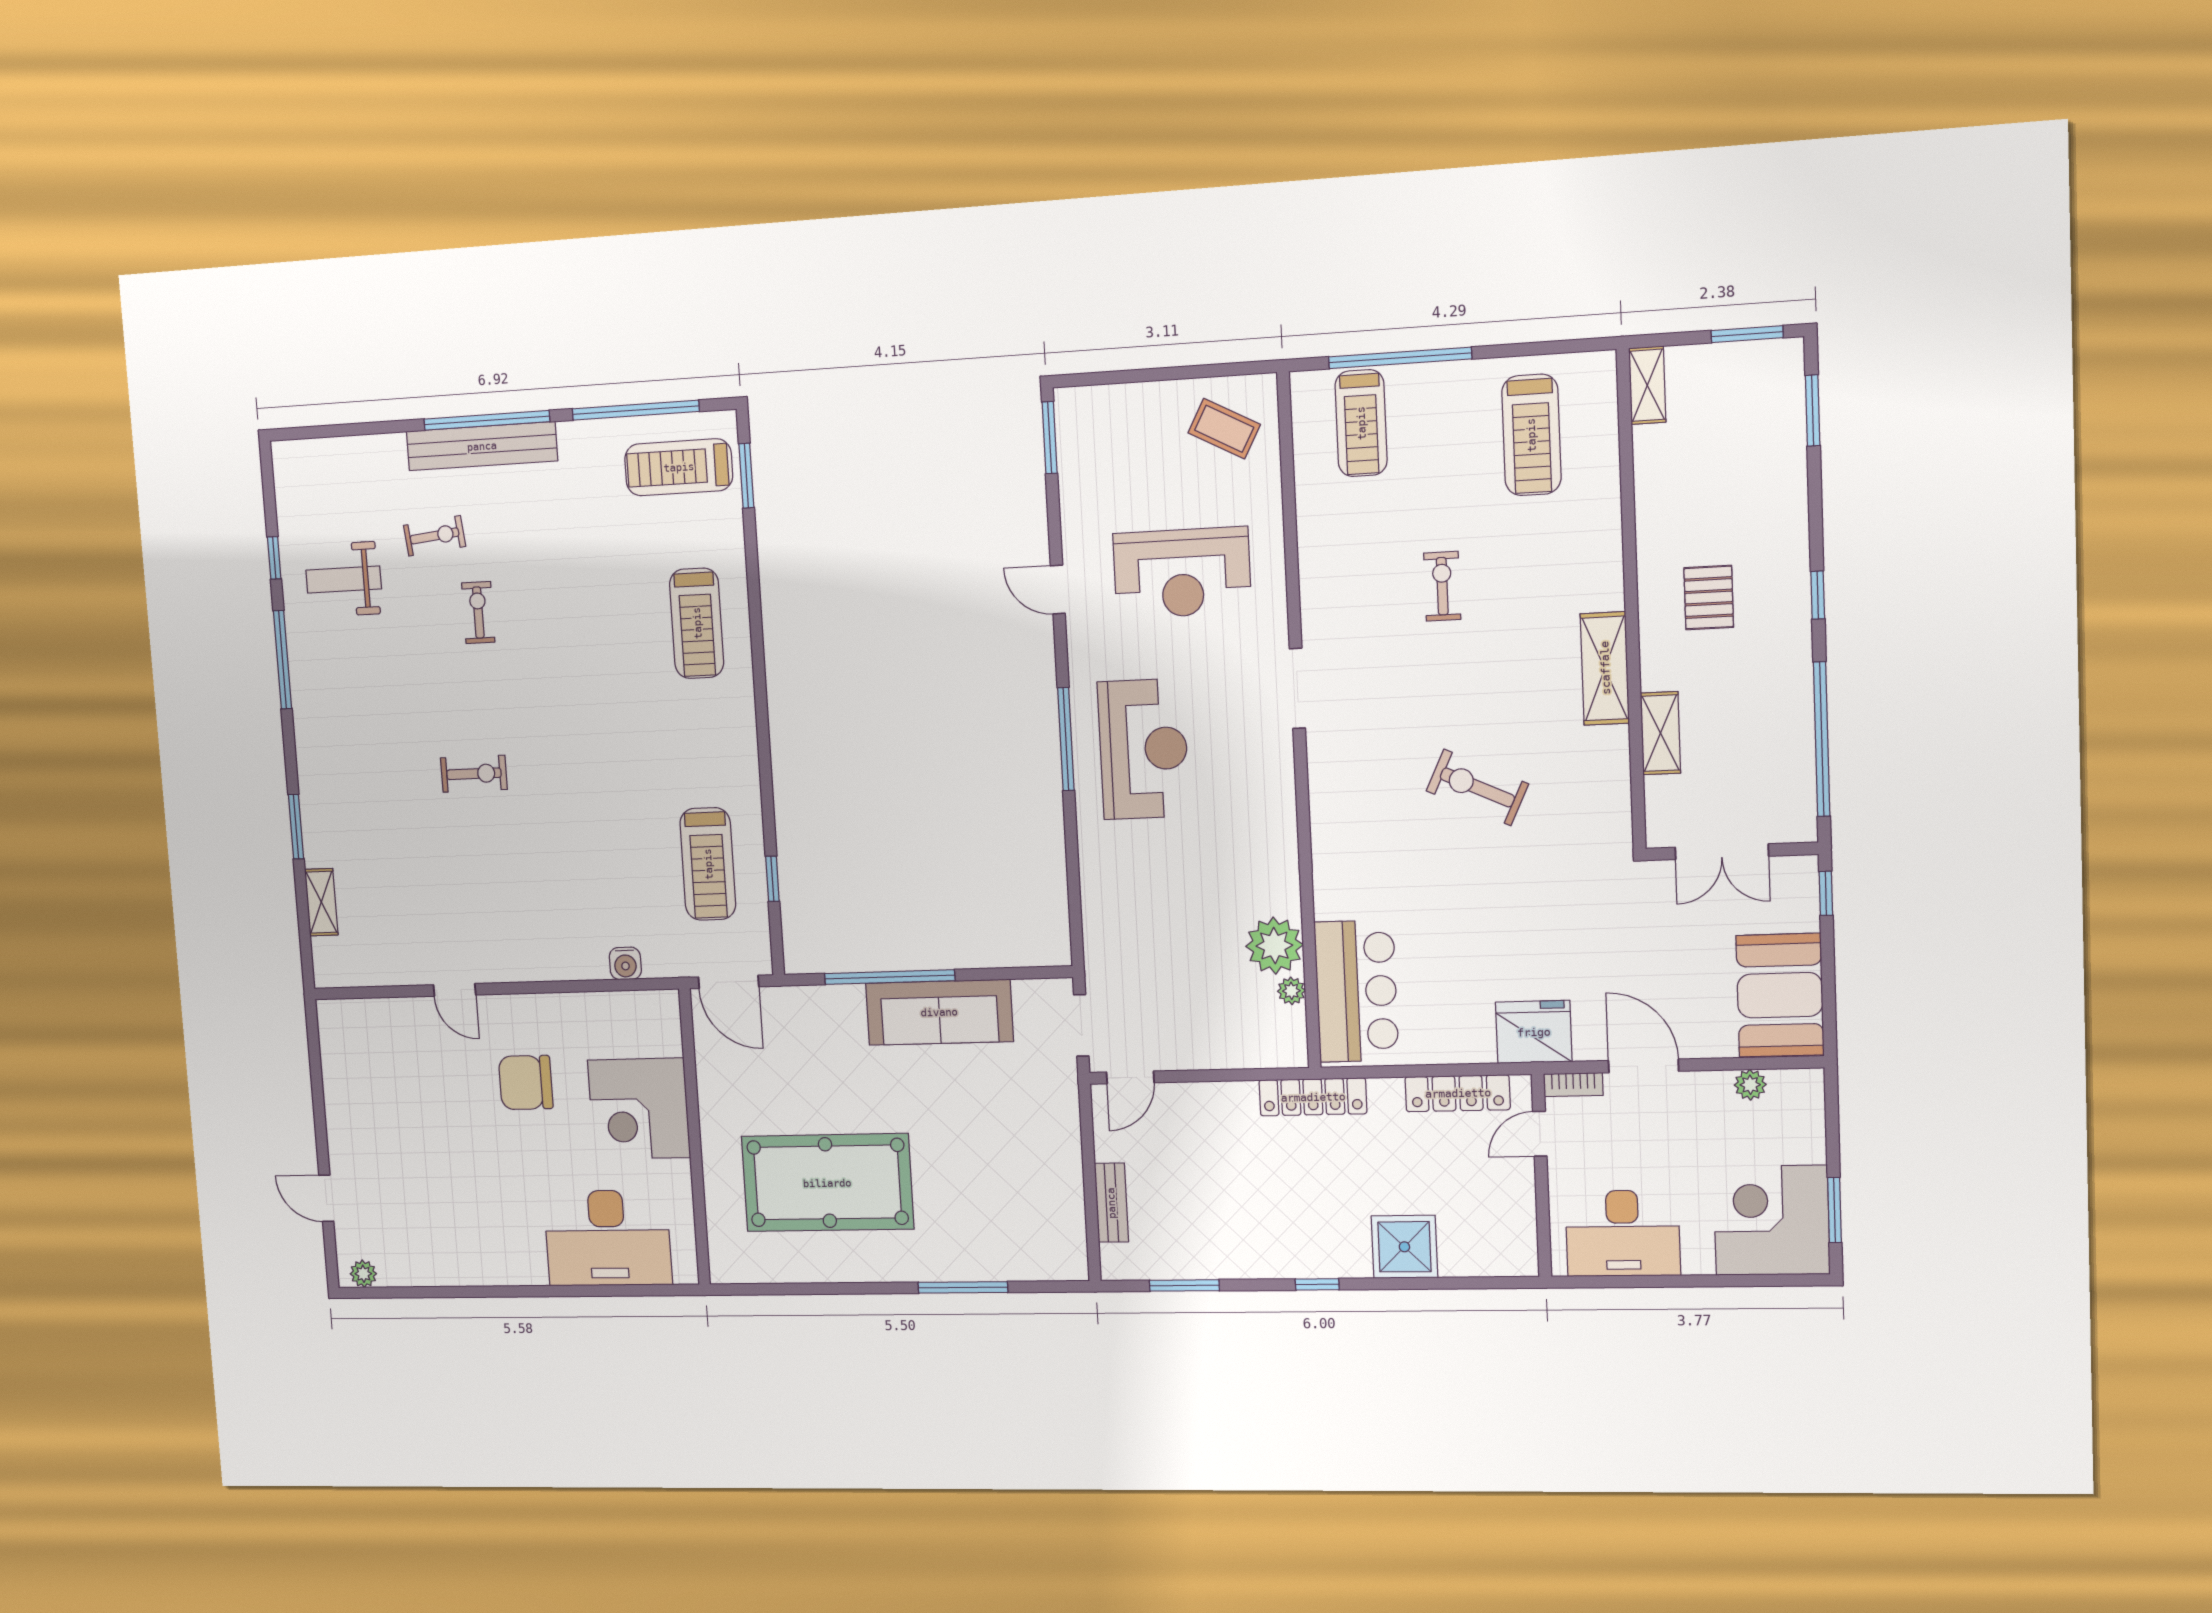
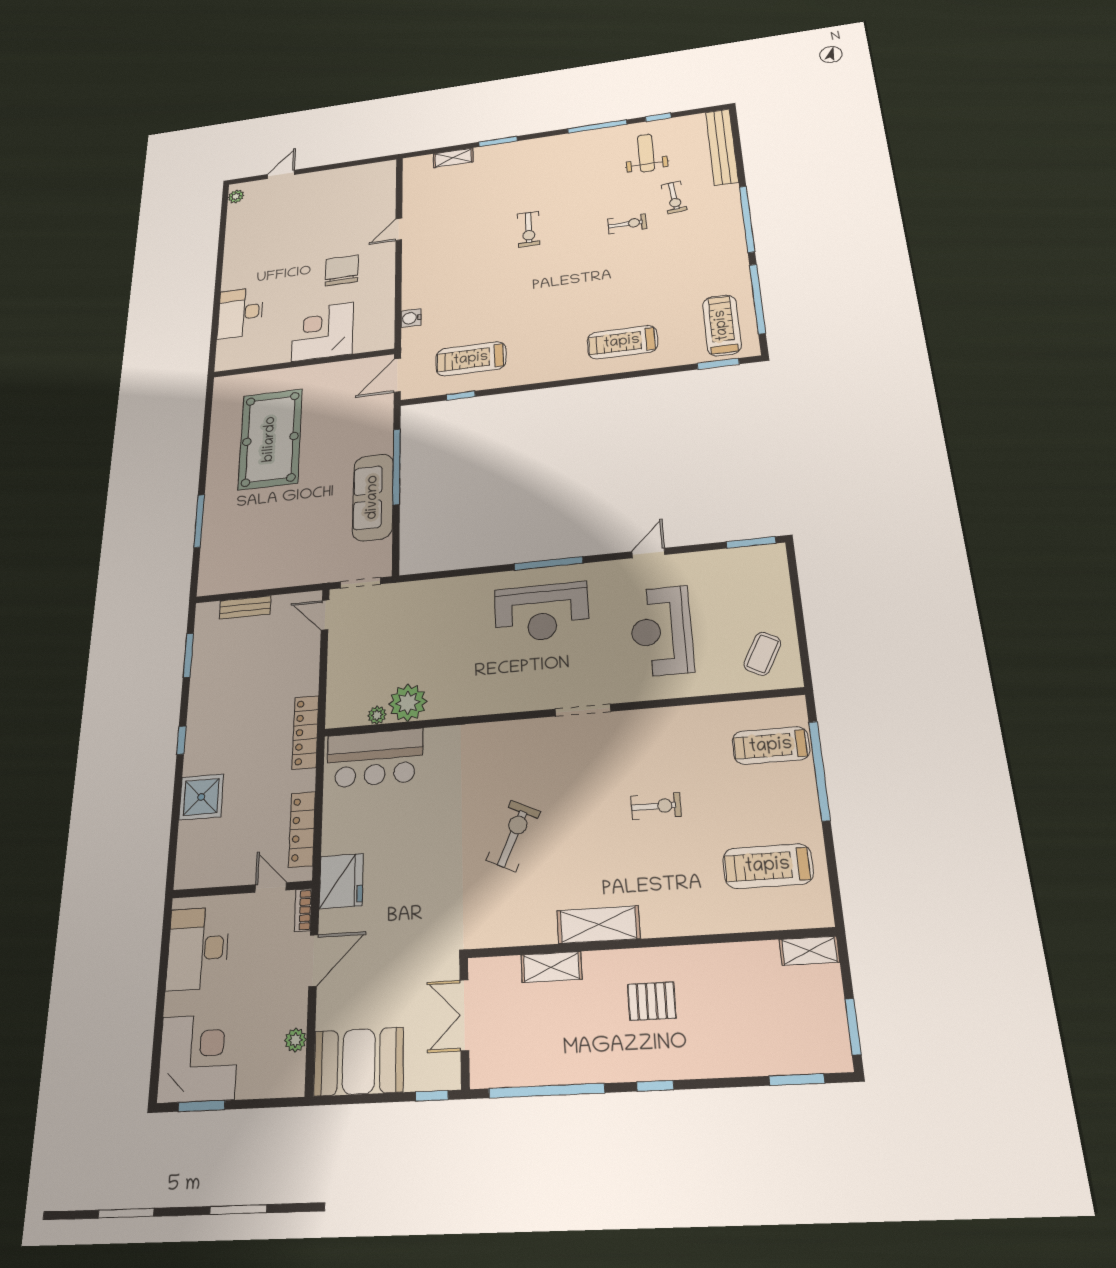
bench: (482, 446) -> (722, 147), moved
desk: (608, 1238) -> (240, 313), width x0.73, depth x0.77

